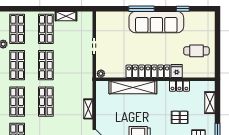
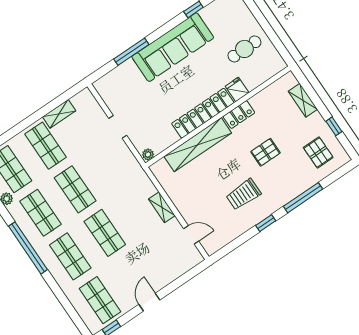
window: (141, 9) -> (131, 52), moved
locker: (179, 86) -> (239, 115), moved
pallet: (180, 117) -> (265, 152), moved

